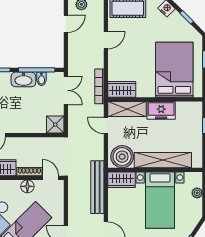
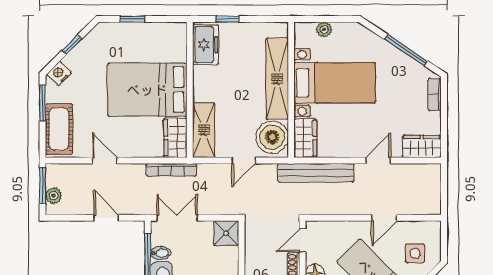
door: (66, 24) -> (106, 218), moved
bed: (174, 70) -> (147, 90), moved
freezer: (161, 110) -> (206, 45), moved
door: (106, 126) -> (244, 160), moved

